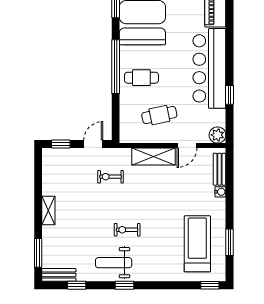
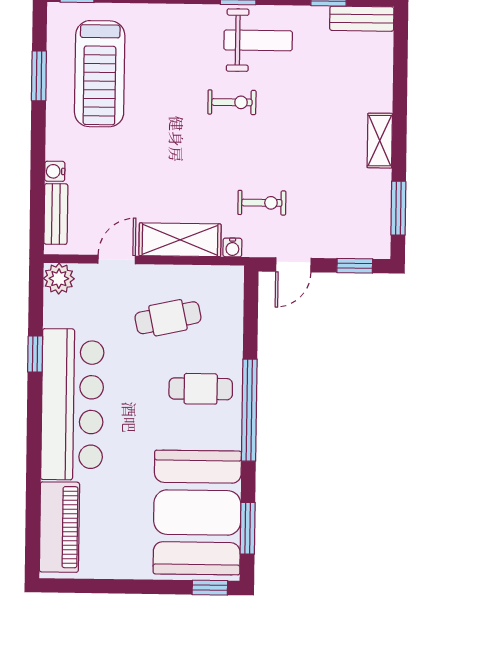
water cooler: (126, 153) -> (232, 247), added
window: (38, 253) -> (398, 208), moved

